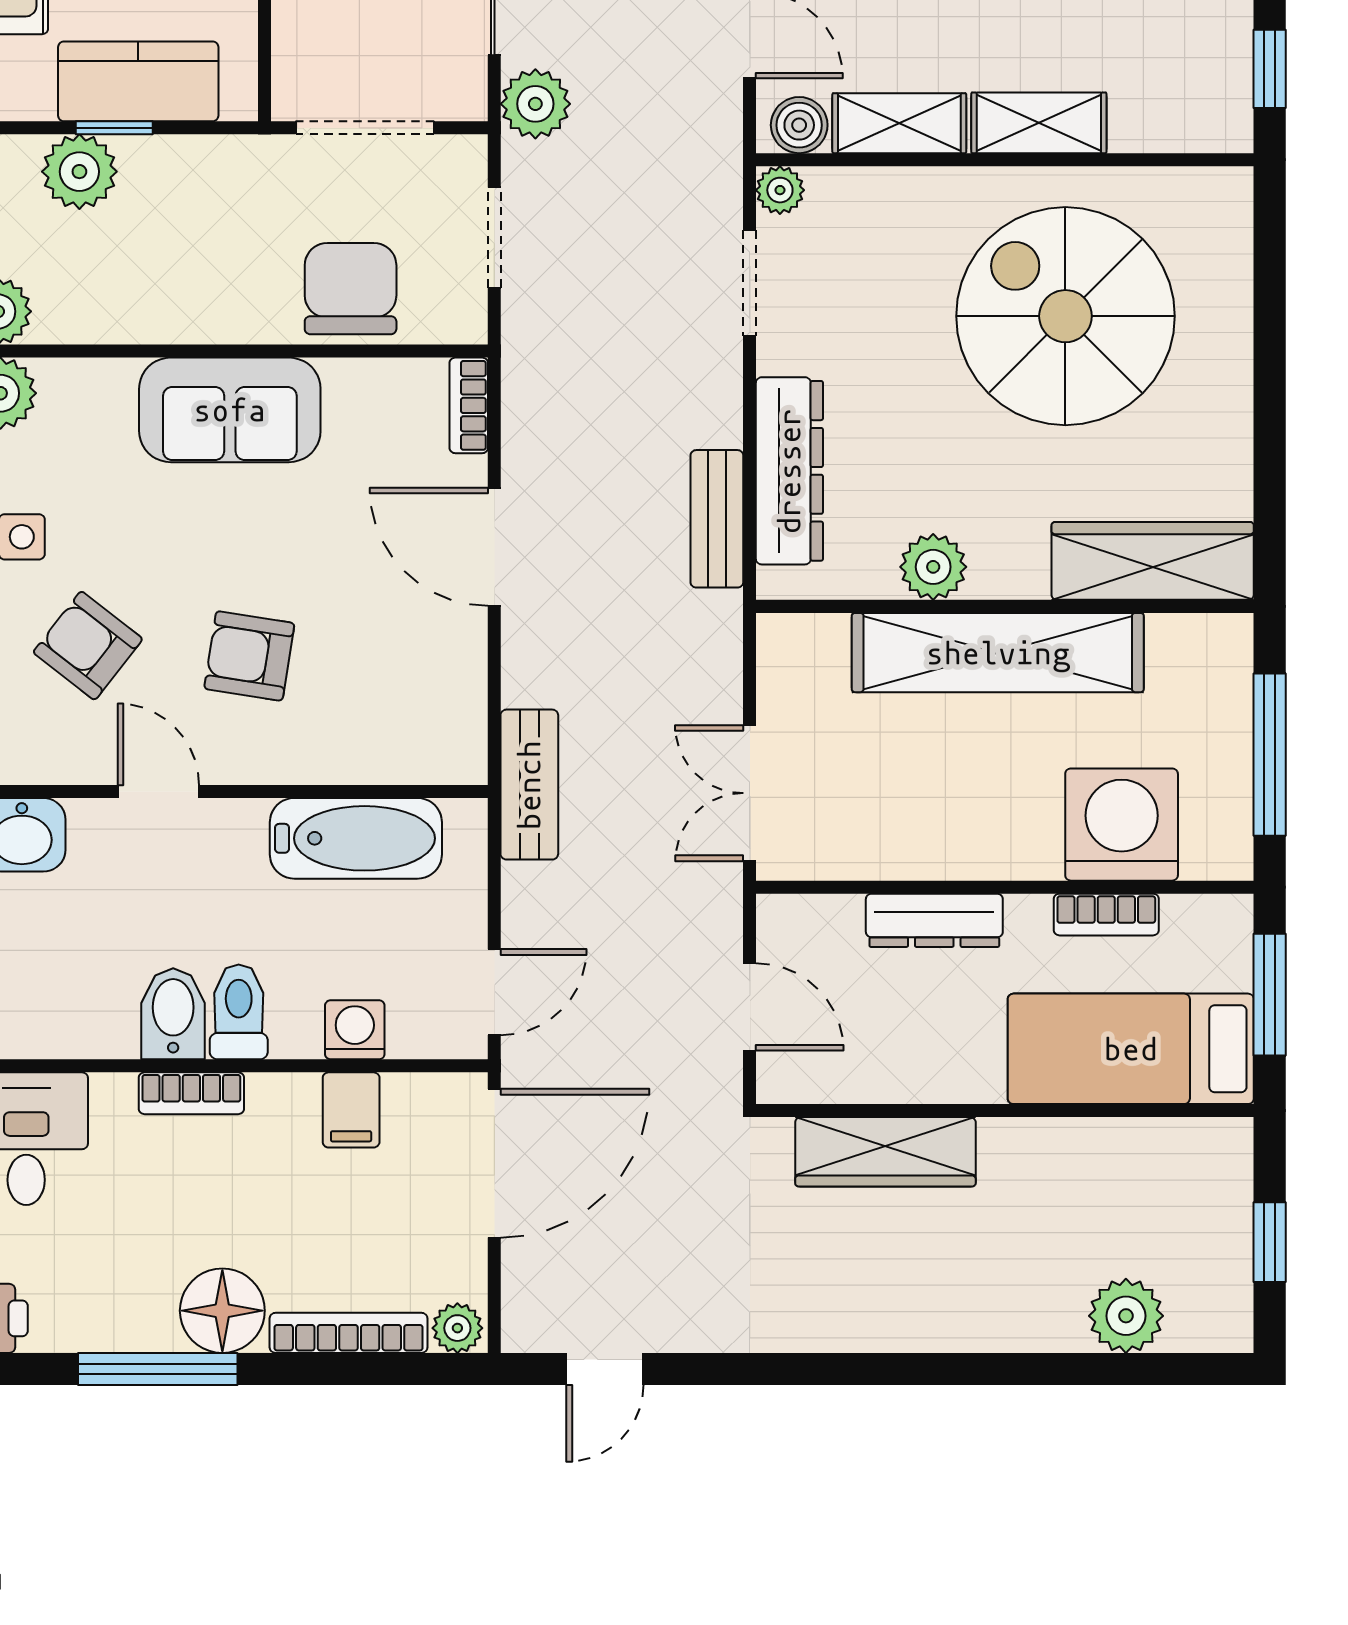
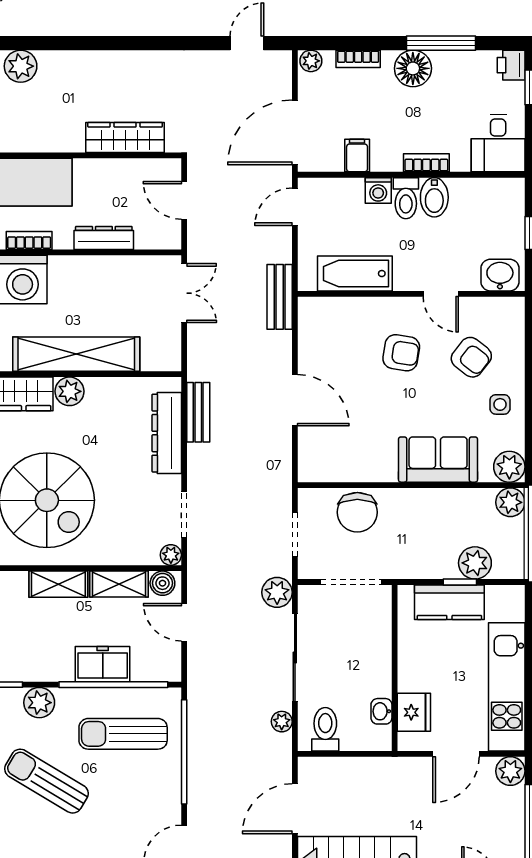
bookcase: (469, 405) -> (306, 461), removed
sofa: (230, 410) -> (438, 460), moved
plant: (933, 567) -> (70, 391), moved
washing machine: (355, 1030) -> (378, 190), moved
bookcase: (349, 1333) -> (358, 59), width x0.64

